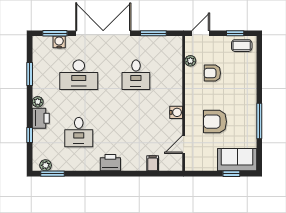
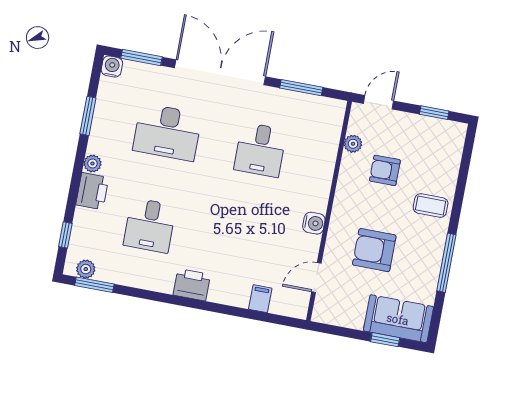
water cooler: (59, 42) -> (112, 66), moved
coffee table: (242, 46) -> (431, 206), moved
window: (30, 135) -> (65, 235), moved

